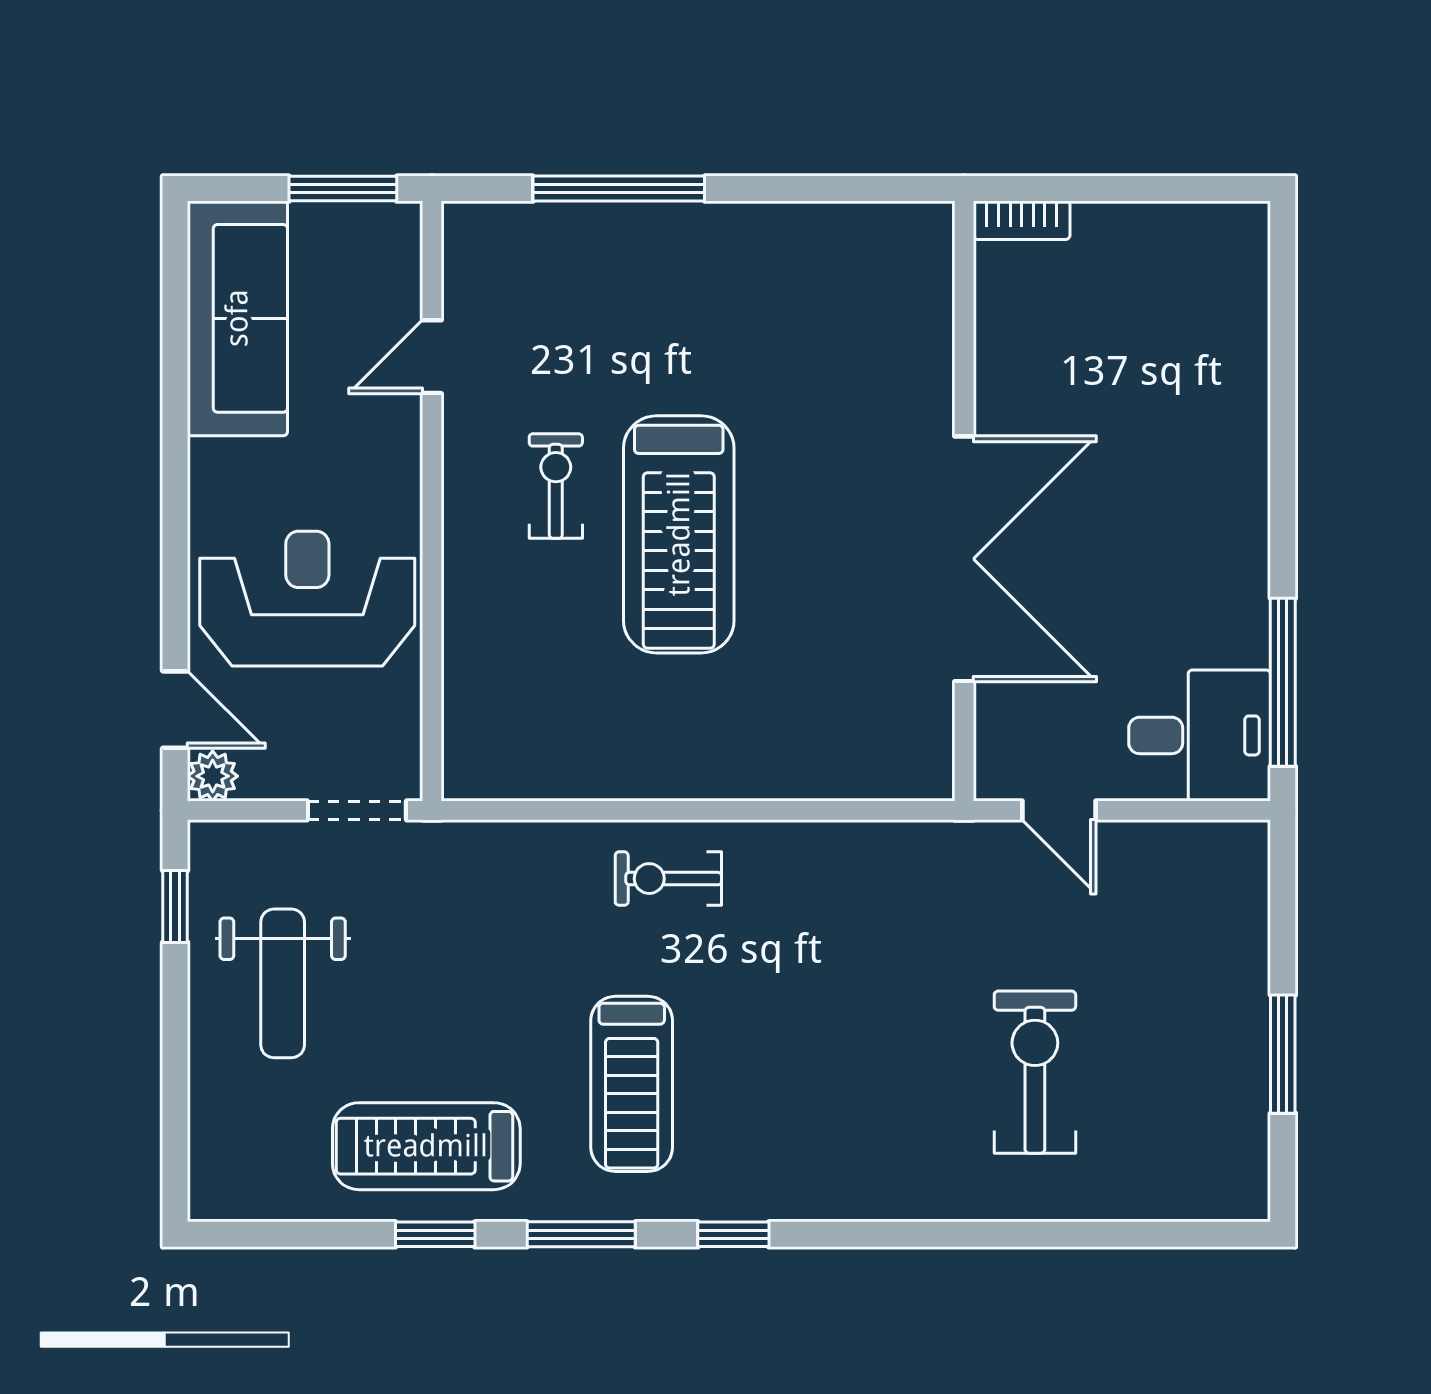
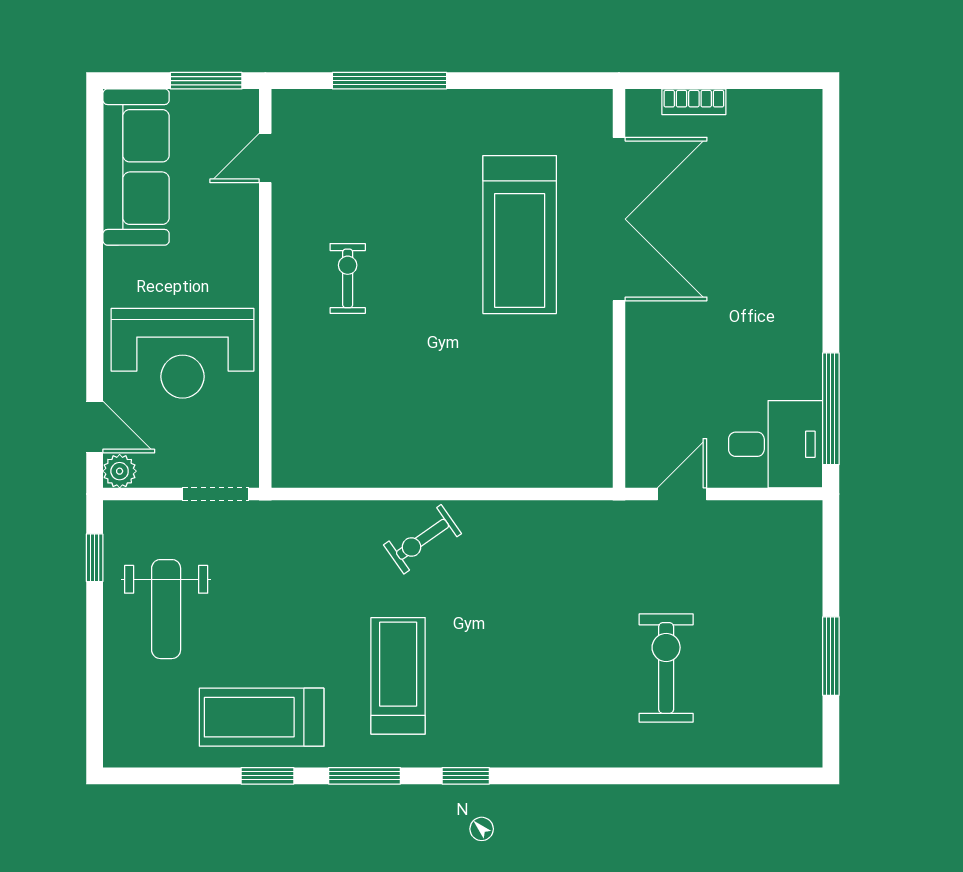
bookcase: (1022, 220) -> (694, 102), moved
door: (432, 357) -> (265, 158), moved
treadmill: (679, 534) -> (520, 235), moved
double door: (964, 559) -> (619, 219), moved
reception desk: (307, 599) -> (183, 353), turned 180
door: (1059, 810) -> (682, 494), swing flipped
exercise bike: (668, 879) -> (422, 539), turned -35
treadmill: (632, 1084) -> (398, 676), turned 180

